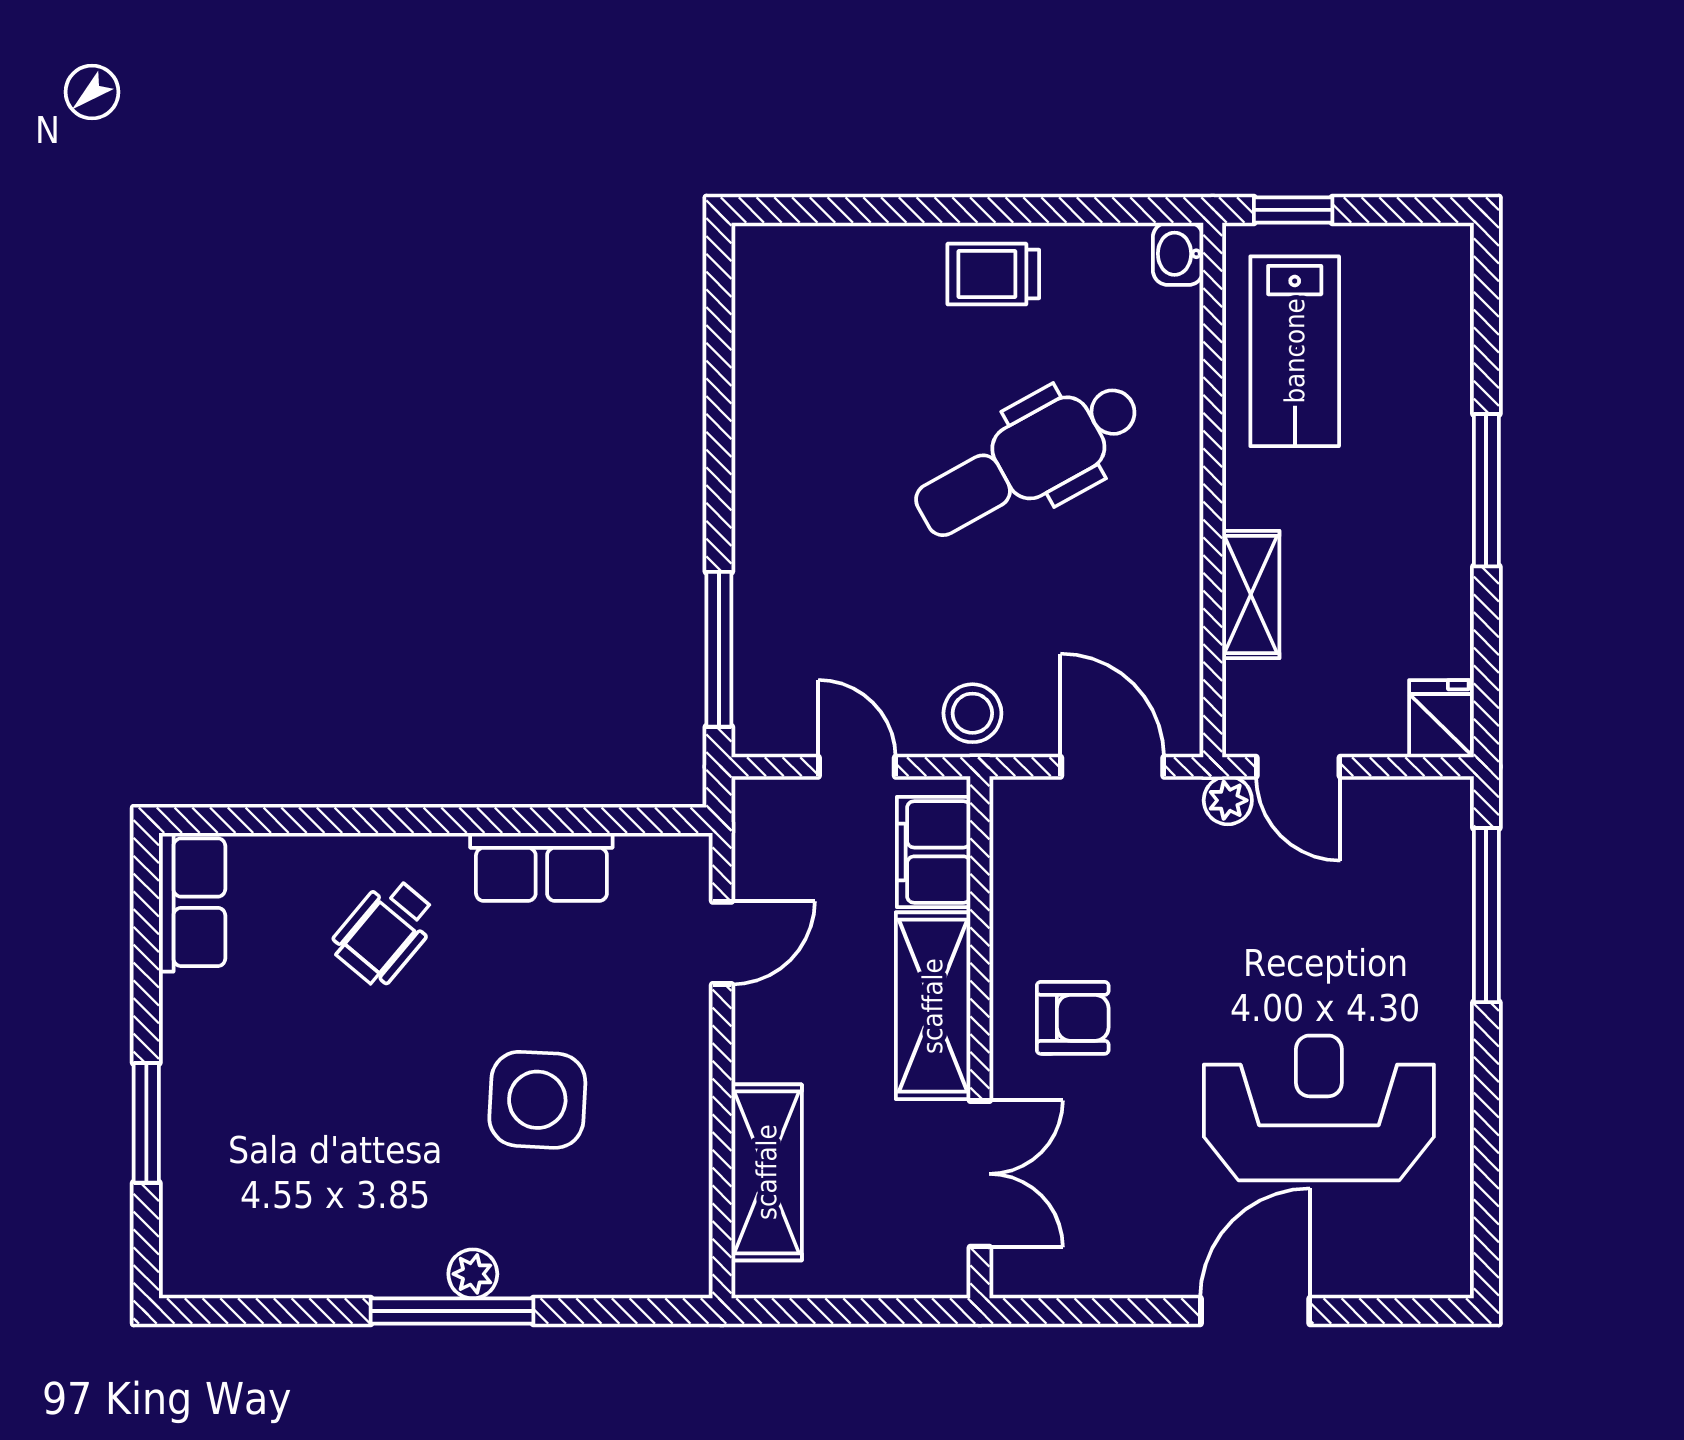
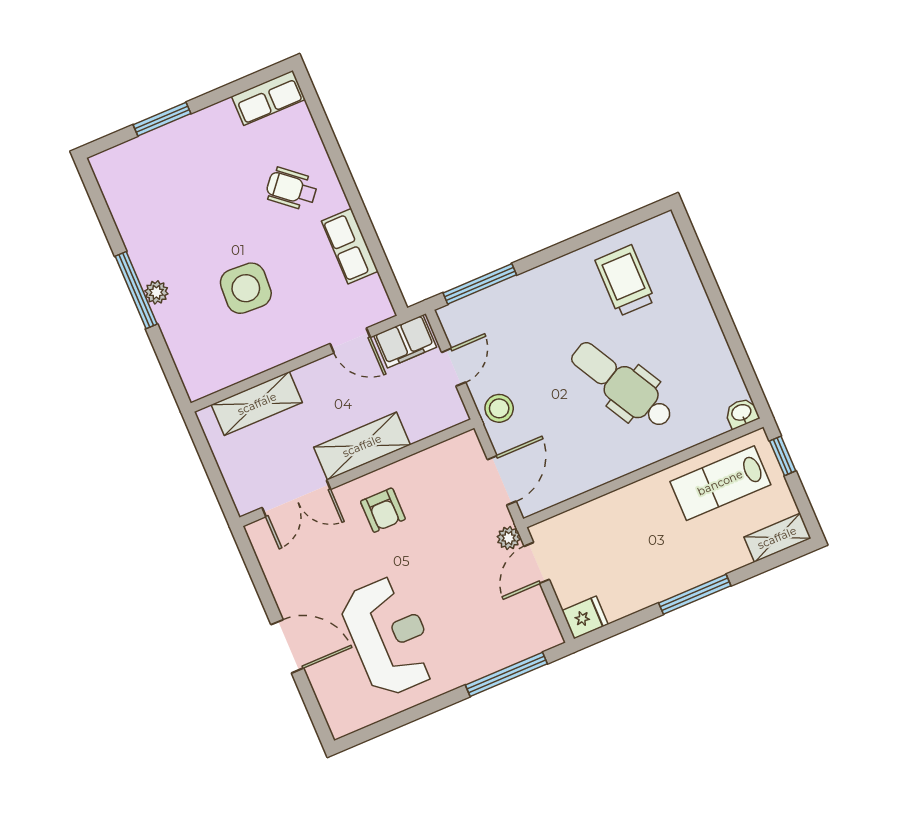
trolley: (993, 274) -> (625, 281), moved, width x1.36, depth x1.39
shelving: (1251, 595) -> (777, 538), moved
filing cabinet: (934, 852) -> (405, 341), moved, turned 180

